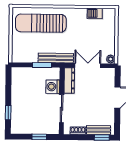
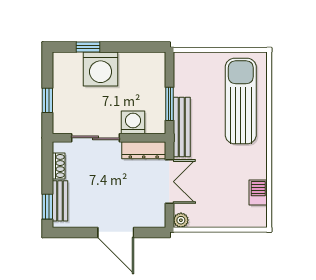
washing machine: (21, 105) -> (101, 69), added

